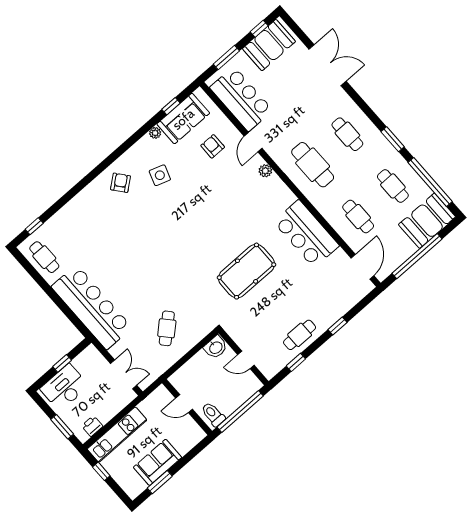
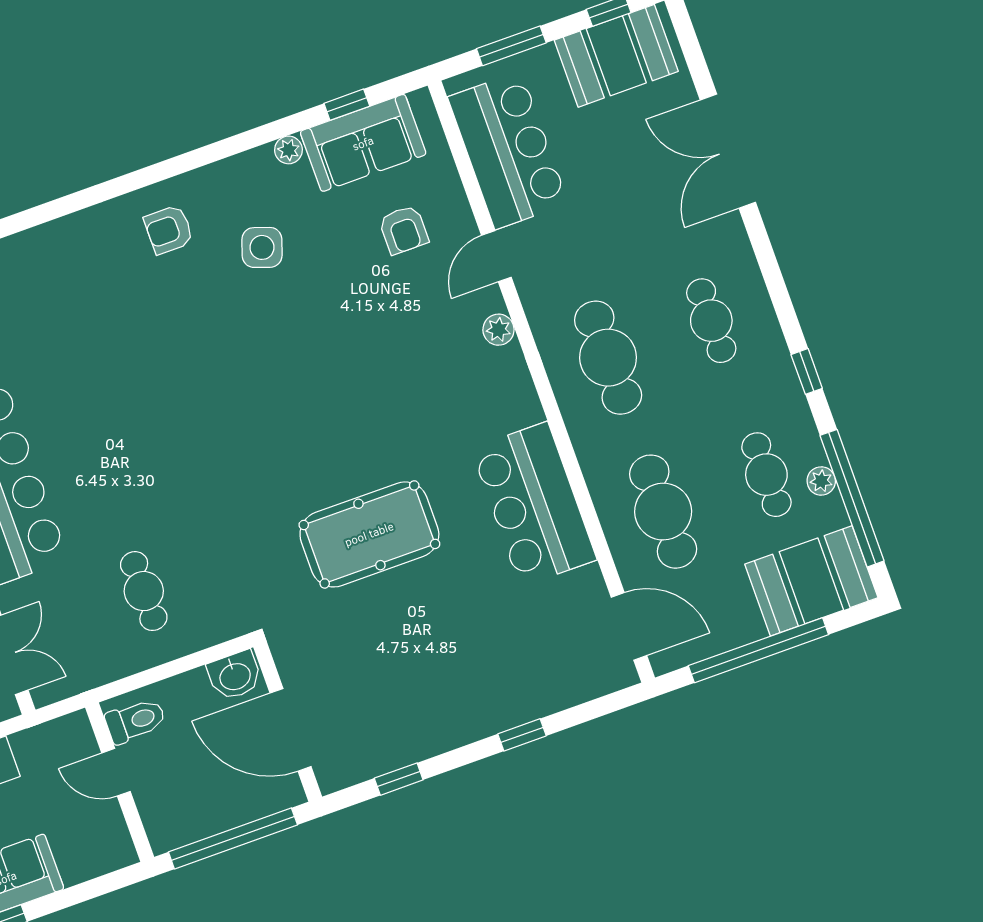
double door: (328, 65) -> (728, 151), swing flipped
window: (393, 139) -> (807, 371), width x0.67
armchair: (213, 146) -> (404, 230), turned 180
plant: (415, 180) -> (821, 481), added
armchair: (120, 183) -> (169, 230), turned -141
cafe table: (358, 217) -> (663, 512), width x1.37, depth x1.35
door: (363, 267) -> (629, 626), hinge flipped
cafe table: (167, 328) -> (144, 591), turned -48
cafe table: (300, 335) -> (431, 721), removed
door: (246, 360) -> (291, 730), width x1.88
toilet: (213, 414) -> (136, 721), moved, turned 90

